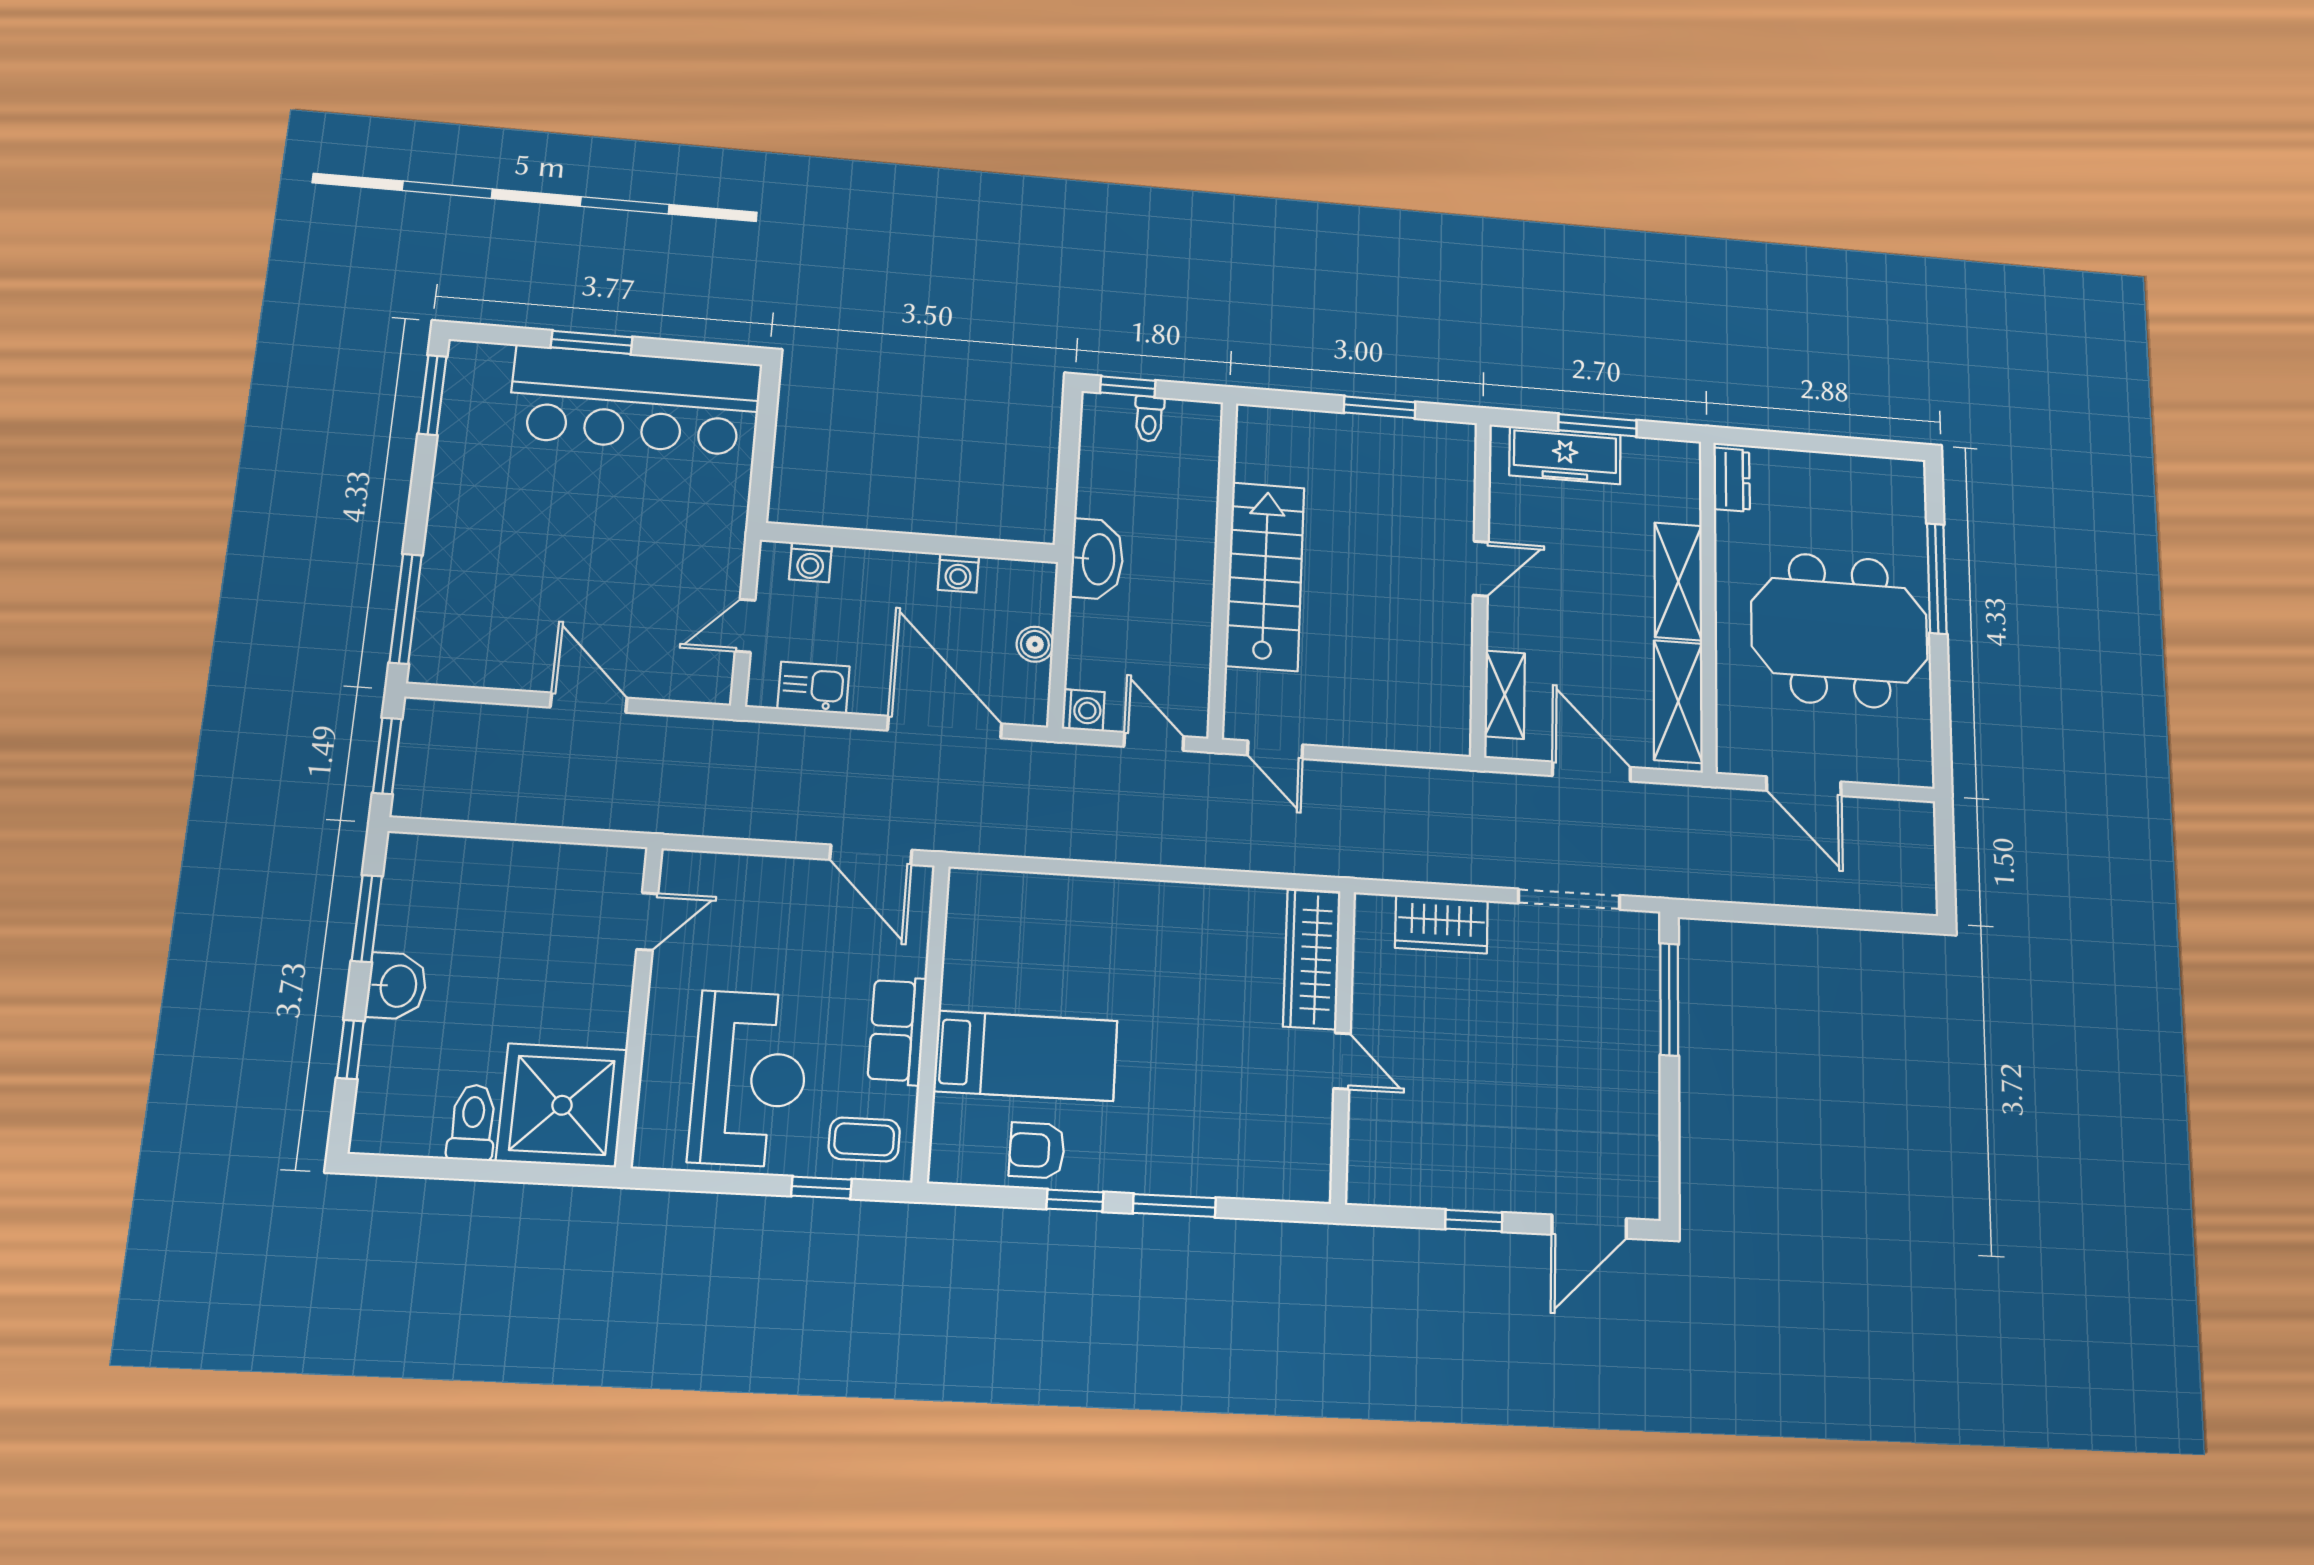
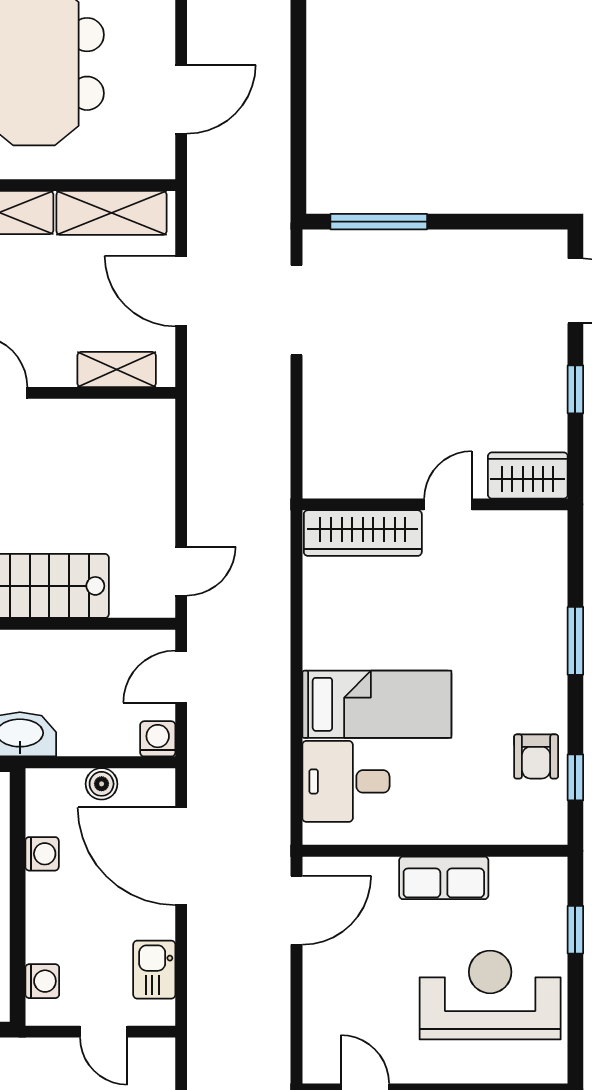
door: (945, 727) -> (181, 856), hinge flipped
door: (1592, 772) -> (181, 291), hinge flipped
desk: (1021, 922) -> (346, 781), added
wardrobe: (1441, 924) -> (528, 476), moved, turned -90
bed: (1026, 1056) -> (377, 704), moved, turned 90
coffee table: (864, 1139) -> (535, 898), removed
window: (1075, 1200) -> (575, 777), moved

